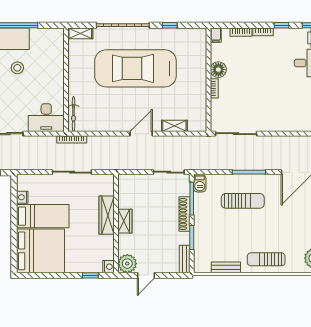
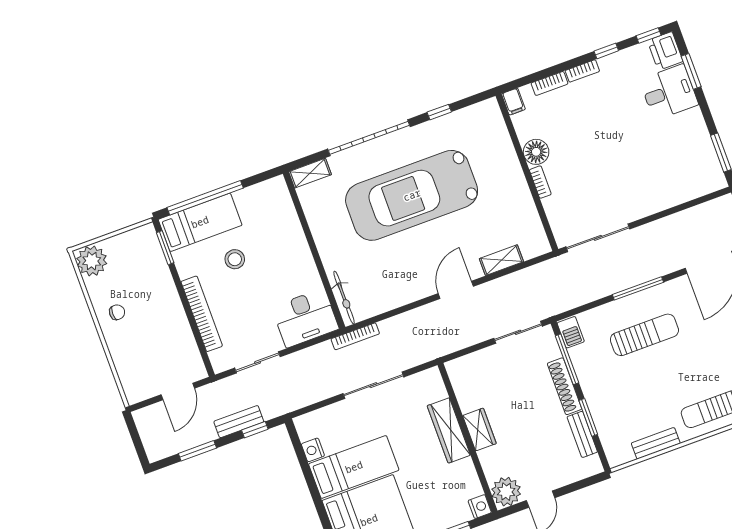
bench: (185, 259) -> (582, 434), moved

